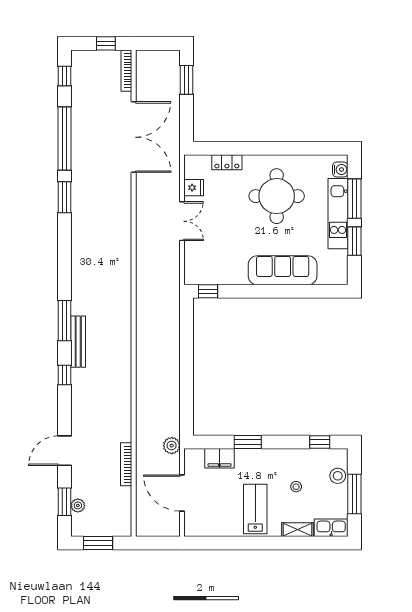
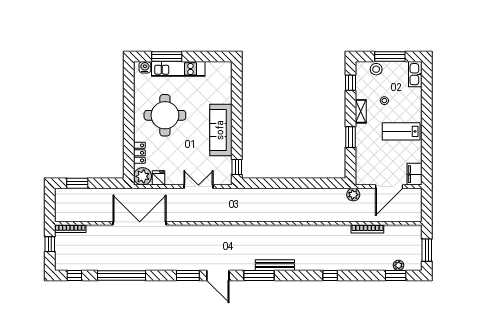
double door: (134, 137) -> (140, 223), moved
plant: (196, 166) -> (143, 176), added
window: (65, 197) -> (188, 275), moved
double door: (182, 221) -> (198, 187), moved
window: (354, 241) -> (199, 57), removed
sofa: (283, 270) -> (221, 130), moved
window: (65, 375) -> (330, 275), moved
door: (65, 451) -> (218, 275), moved
filing cabinet: (219, 458) -> (415, 174), moved, turned 180
shelving: (297, 530) -> (361, 111), moved

